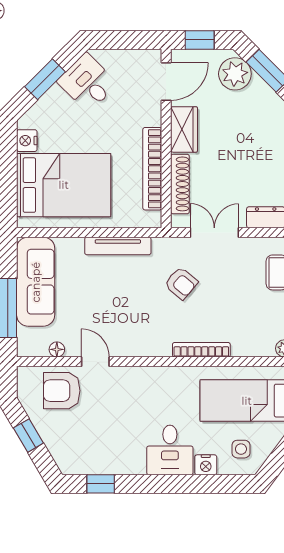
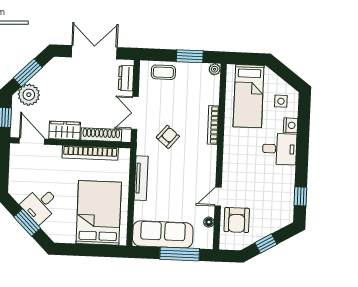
desk: (87, 83) -> (40, 205), moved
nightstand: (27, 141) -> (68, 236), removed

